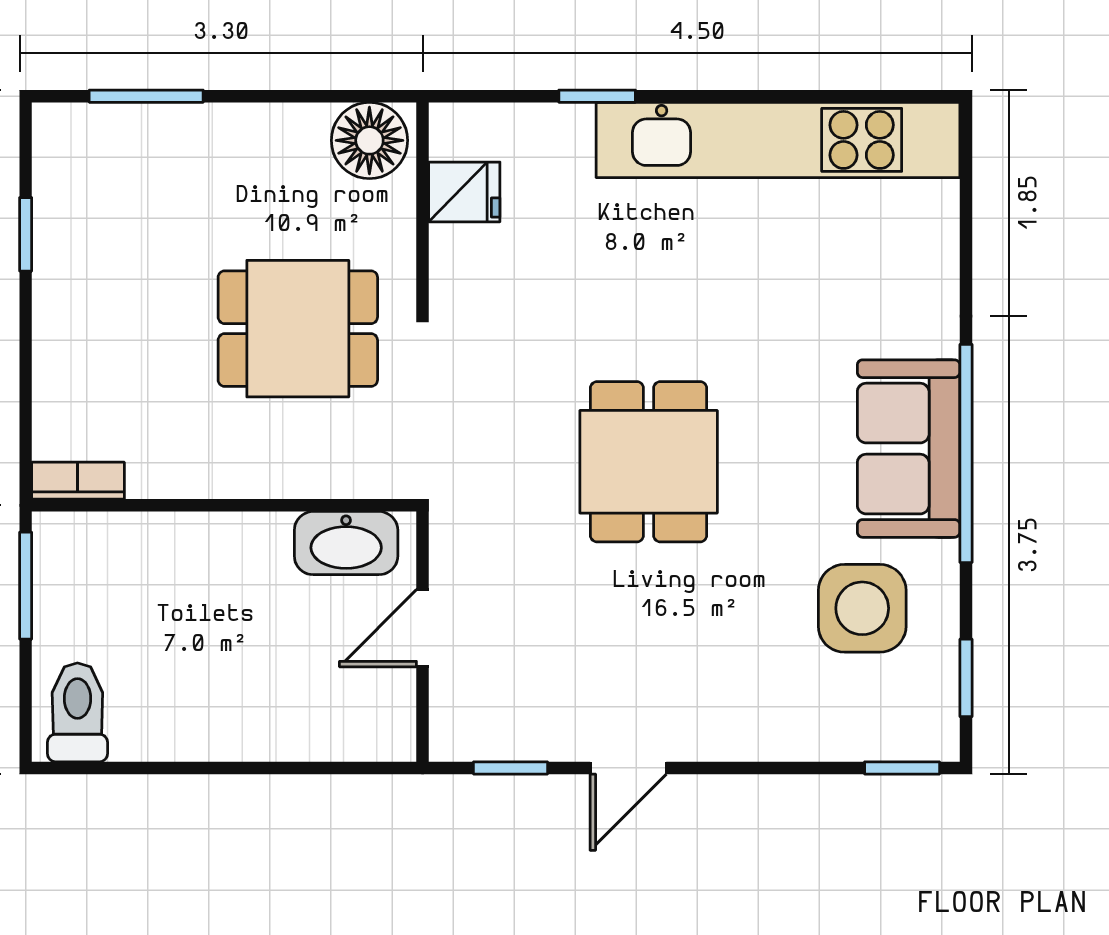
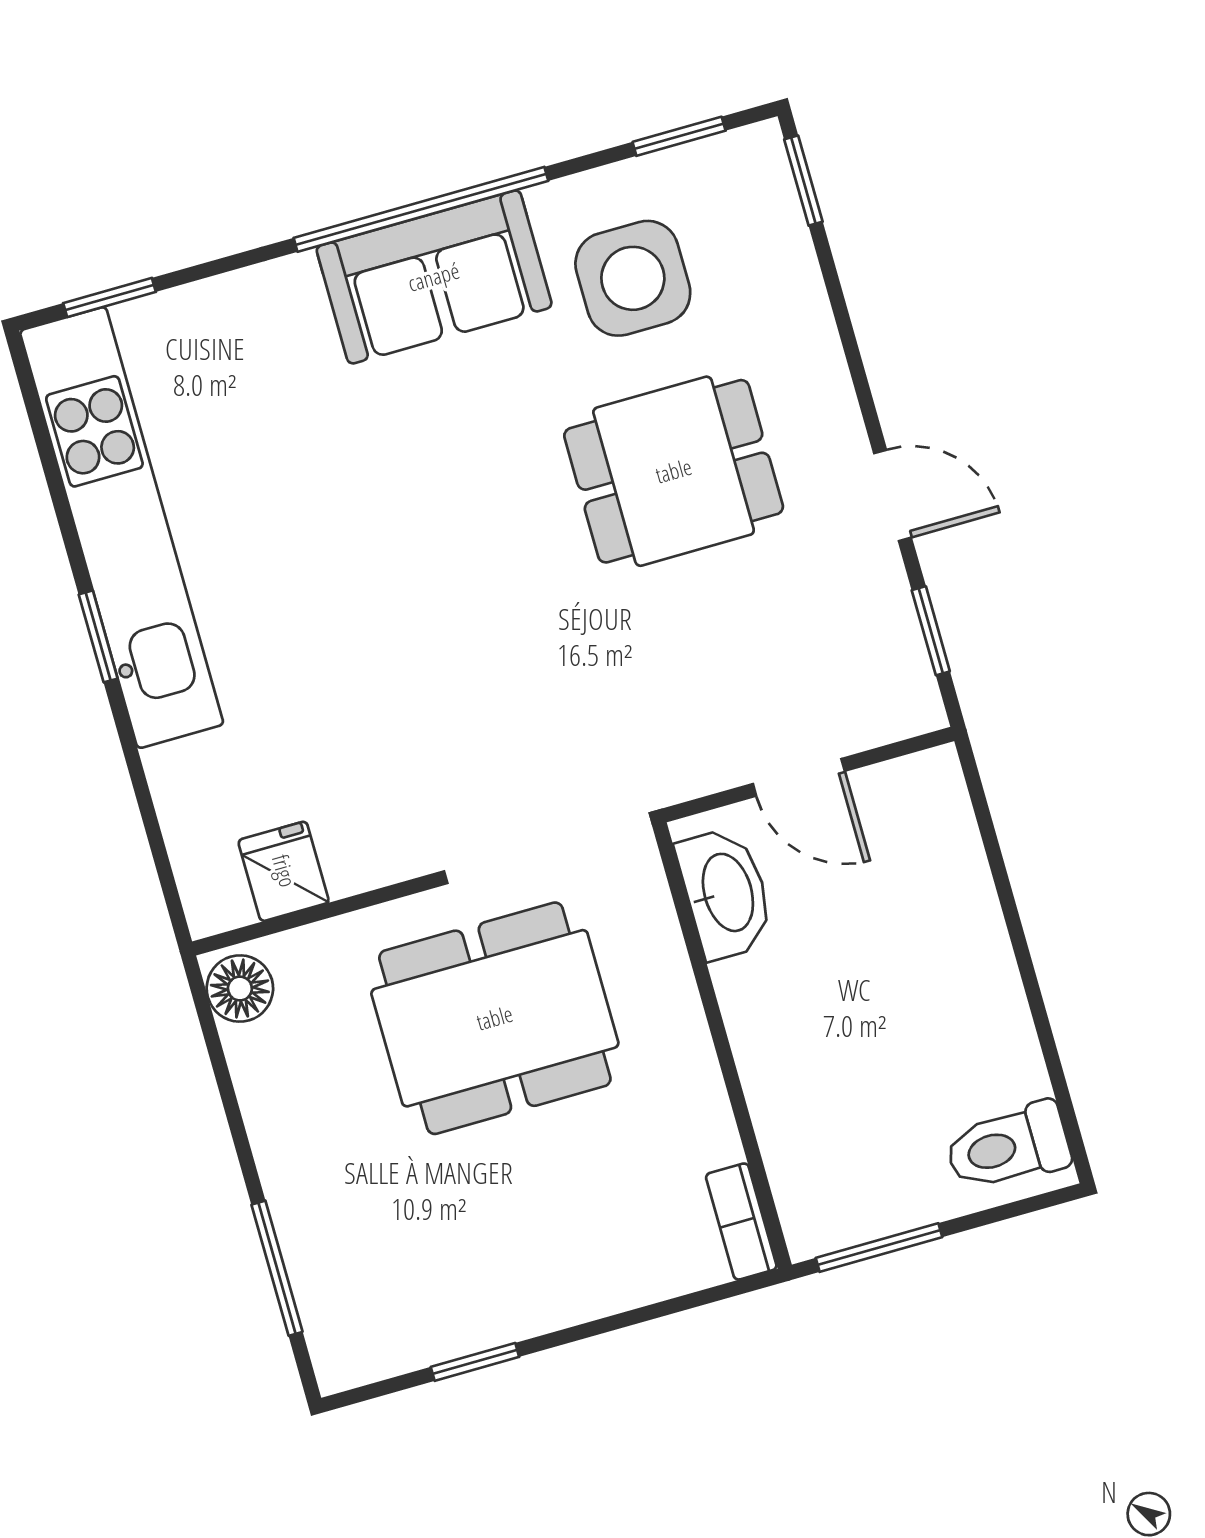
window: (597, 96) -> (98, 636), moved
floor lamp: (369, 140) -> (240, 988), width x0.73, depth x0.73
window: (966, 183) -> (109, 297), added
dining table: (298, 329) -> (495, 1018), width x1.37
dining table: (649, 462) -> (674, 471), moved

